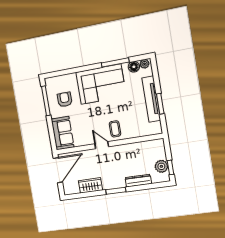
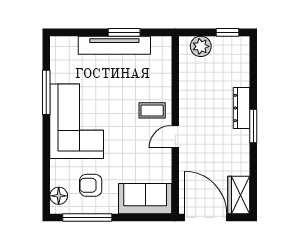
plant: (144, 64) -> (57, 47), removed
floor lamp: (134, 67) -> (59, 196), moved
plant: (161, 166) -> (201, 46), moved
dresser: (138, 181) -> (242, 108), moved
wardrobe: (90, 185) -> (239, 195), moved

